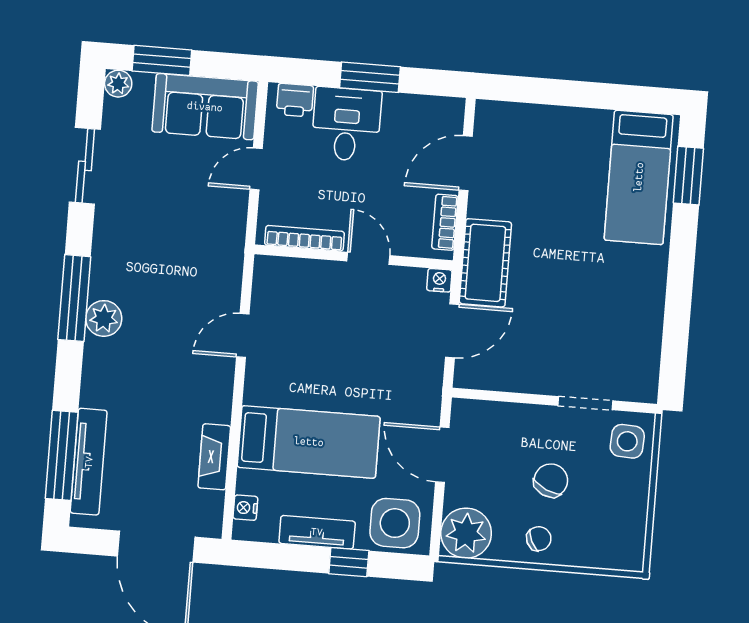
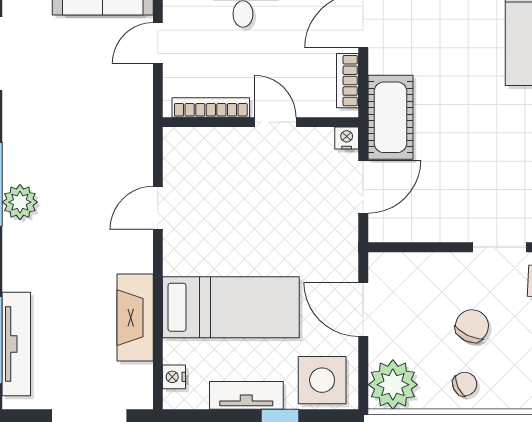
fireplace: (214, 457) -> (135, 318), width x1.37, depth x1.32

